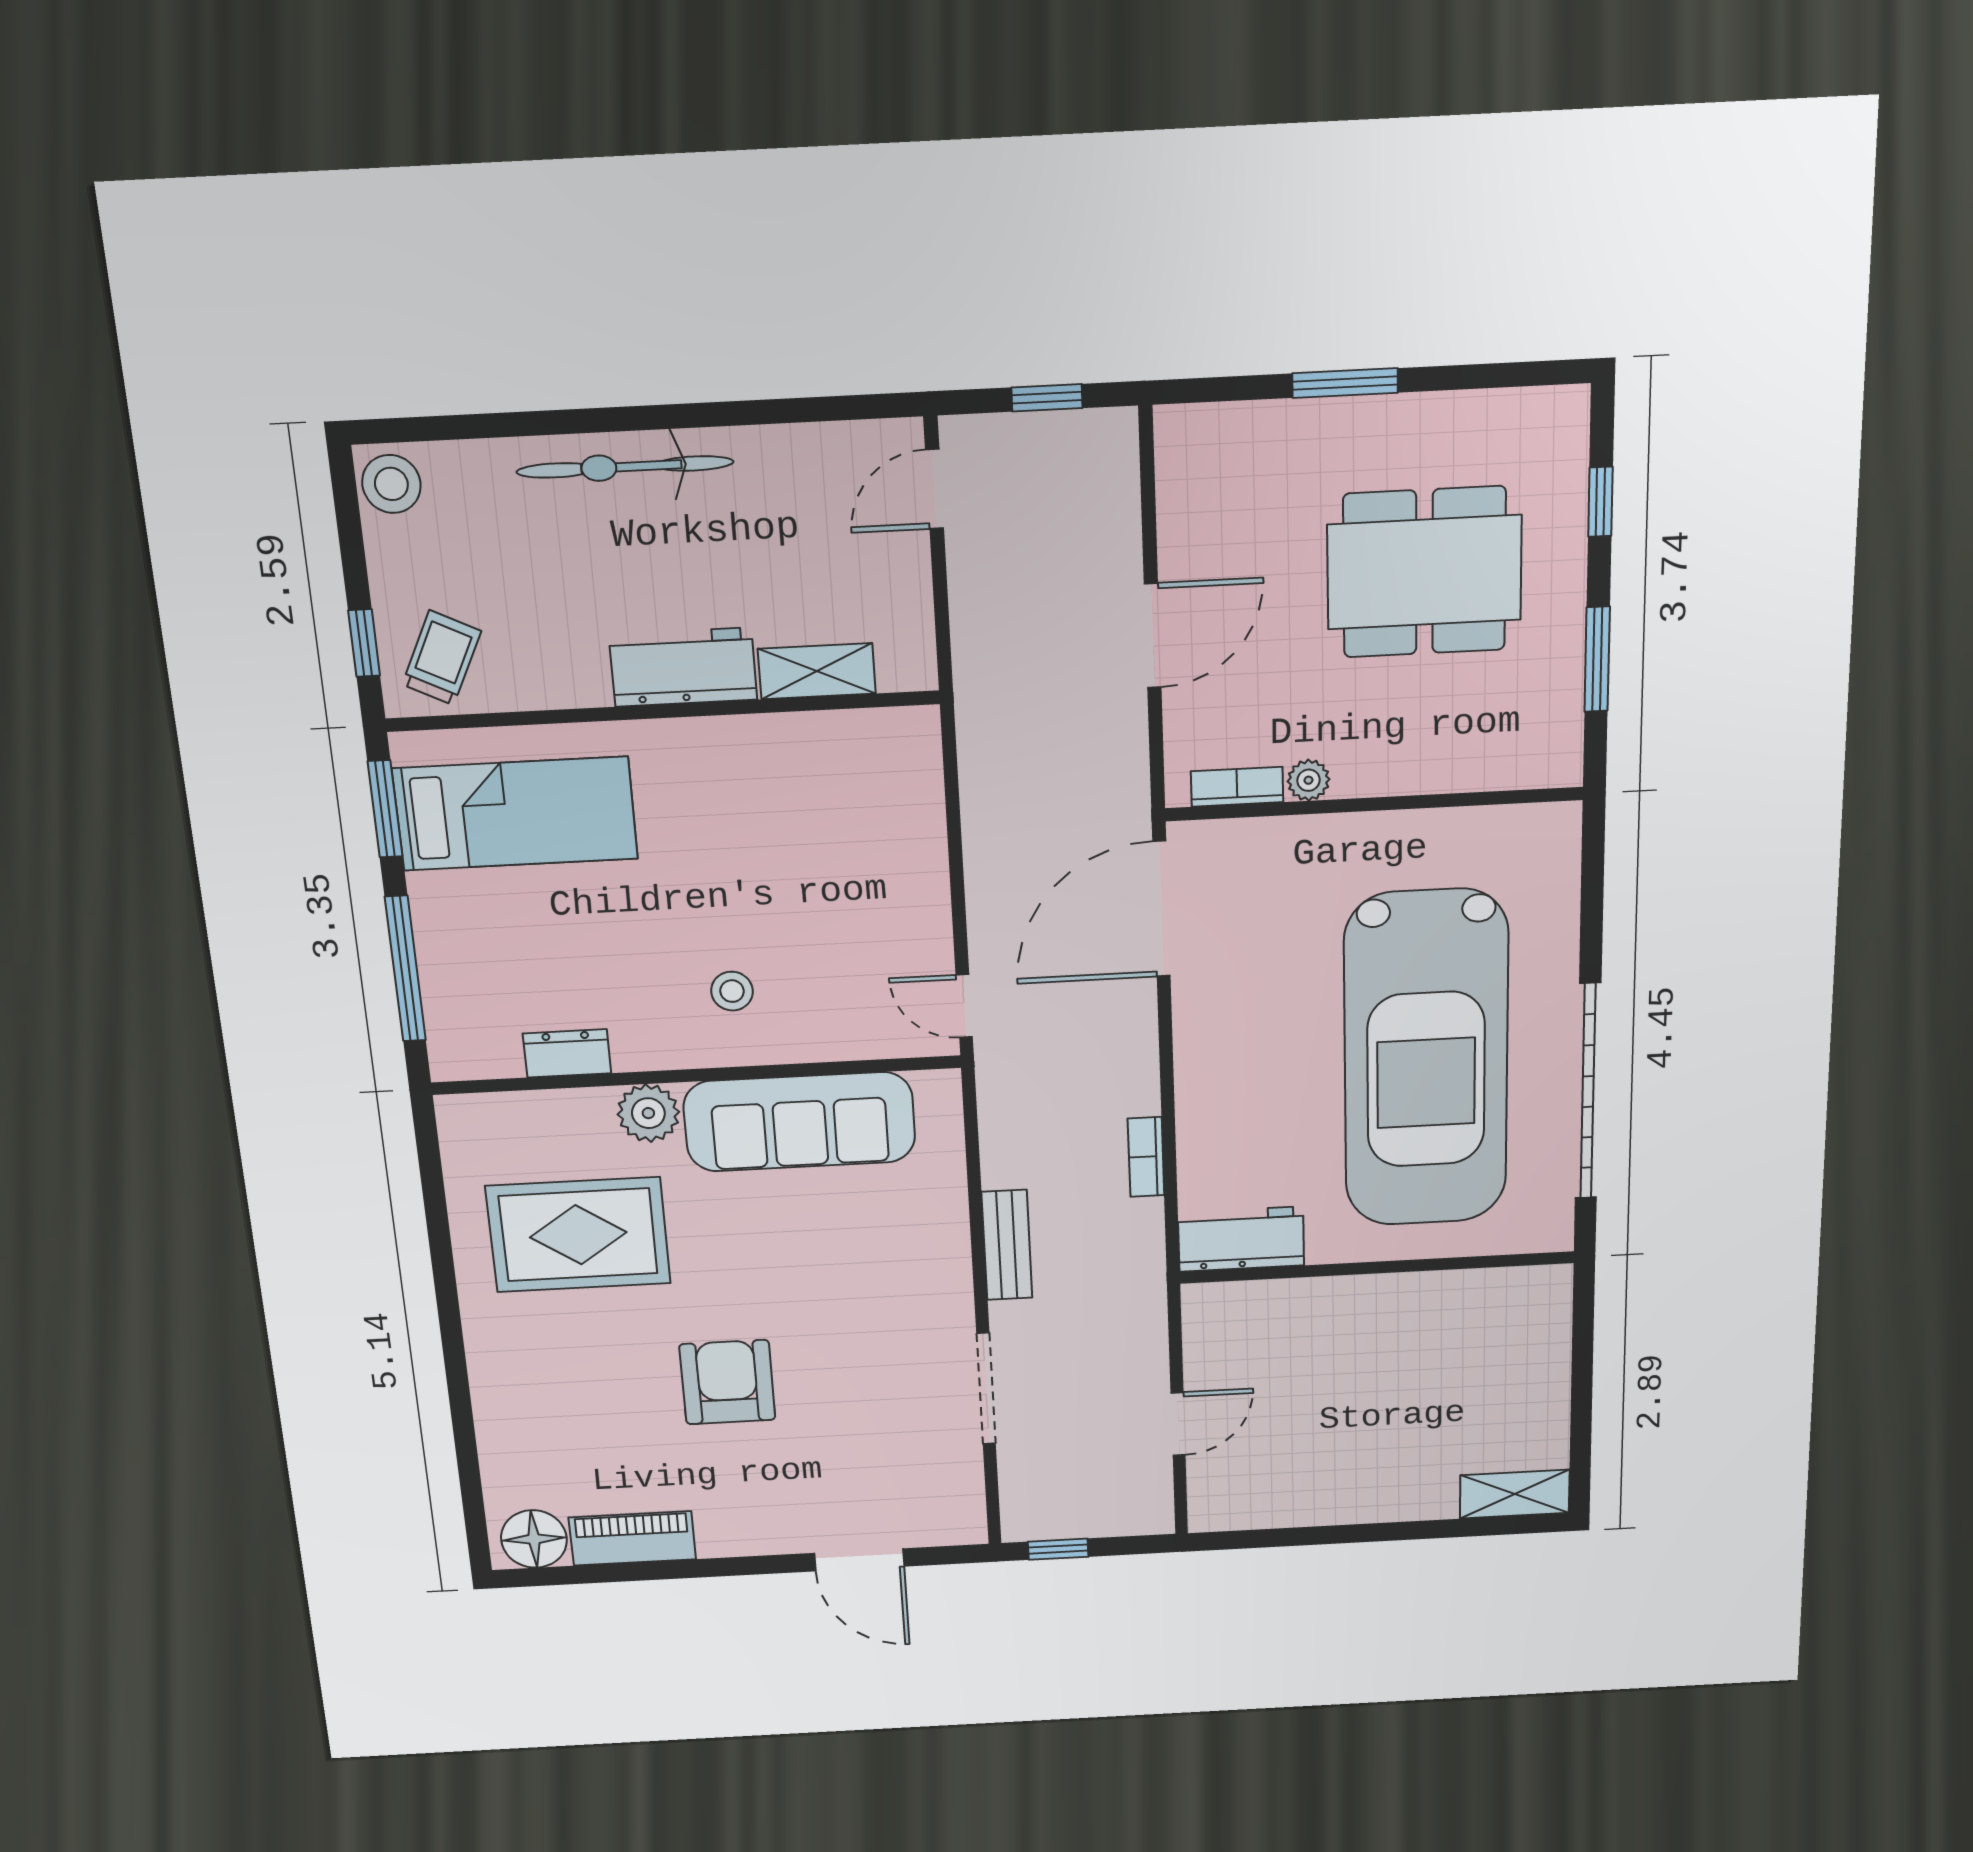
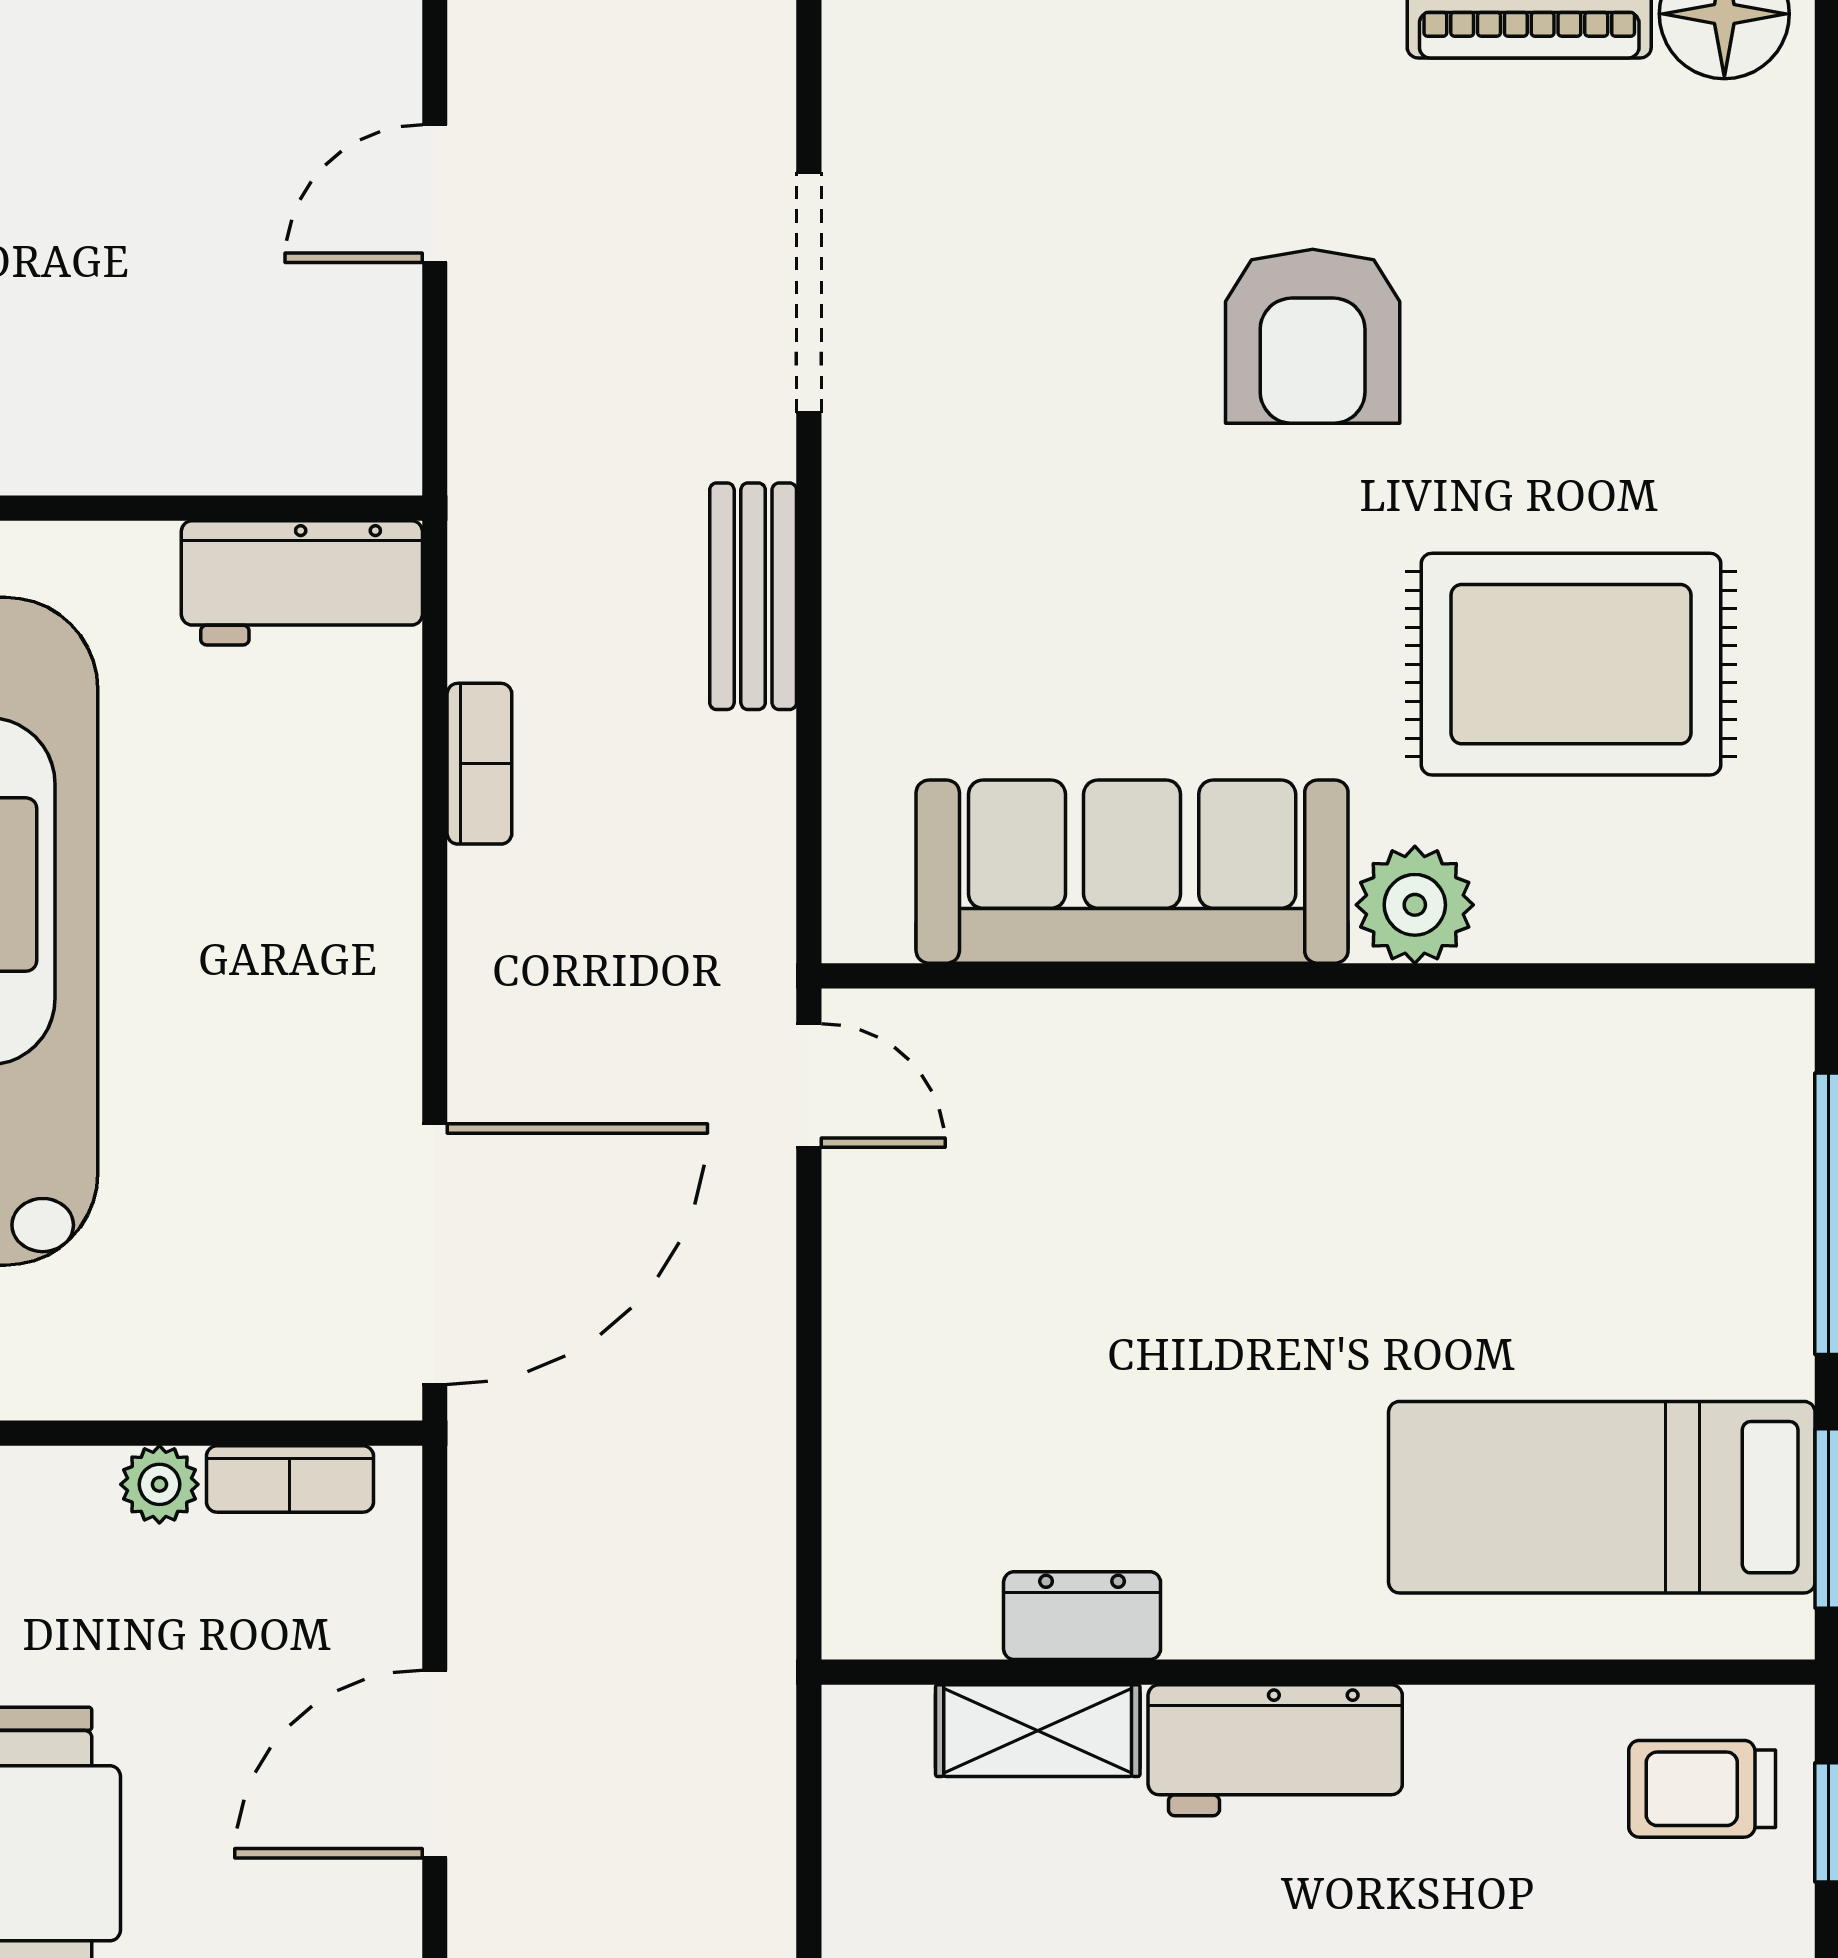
trolley: (442, 658) -> (1702, 1789), turned 64
stool: (732, 991) -> (1238, 1138), removed
dresser: (567, 1053) -> (1082, 1616), moved, turned 180

